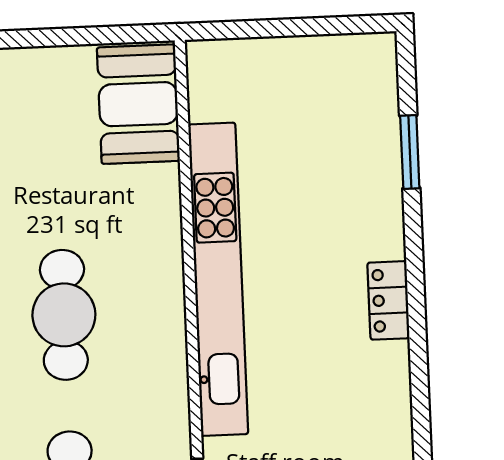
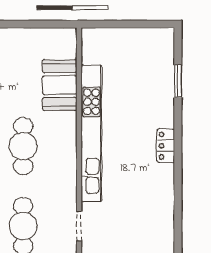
booth: (138, 104) -> (60, 85), moved

